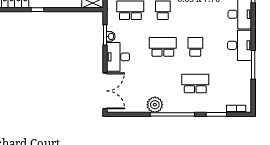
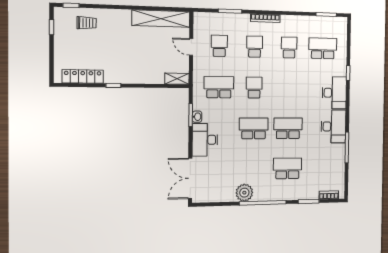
school desk: (195, 47) -> (288, 128), width x1.85
double door: (105, 91) -> (190, 178), swing flipped

